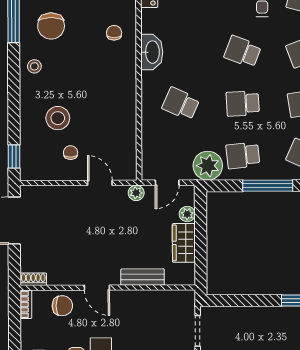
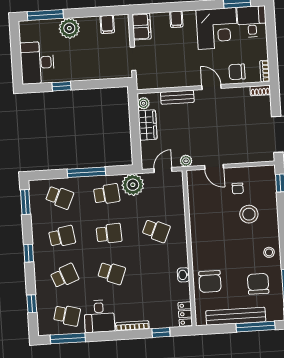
chair: (114, 33) -> (210, 281), width x1.87, depth x1.87
washbasin: (152, 52) -> (183, 275), width x0.52, depth x0.69
plant: (187, 214) -> (144, 103), moved

